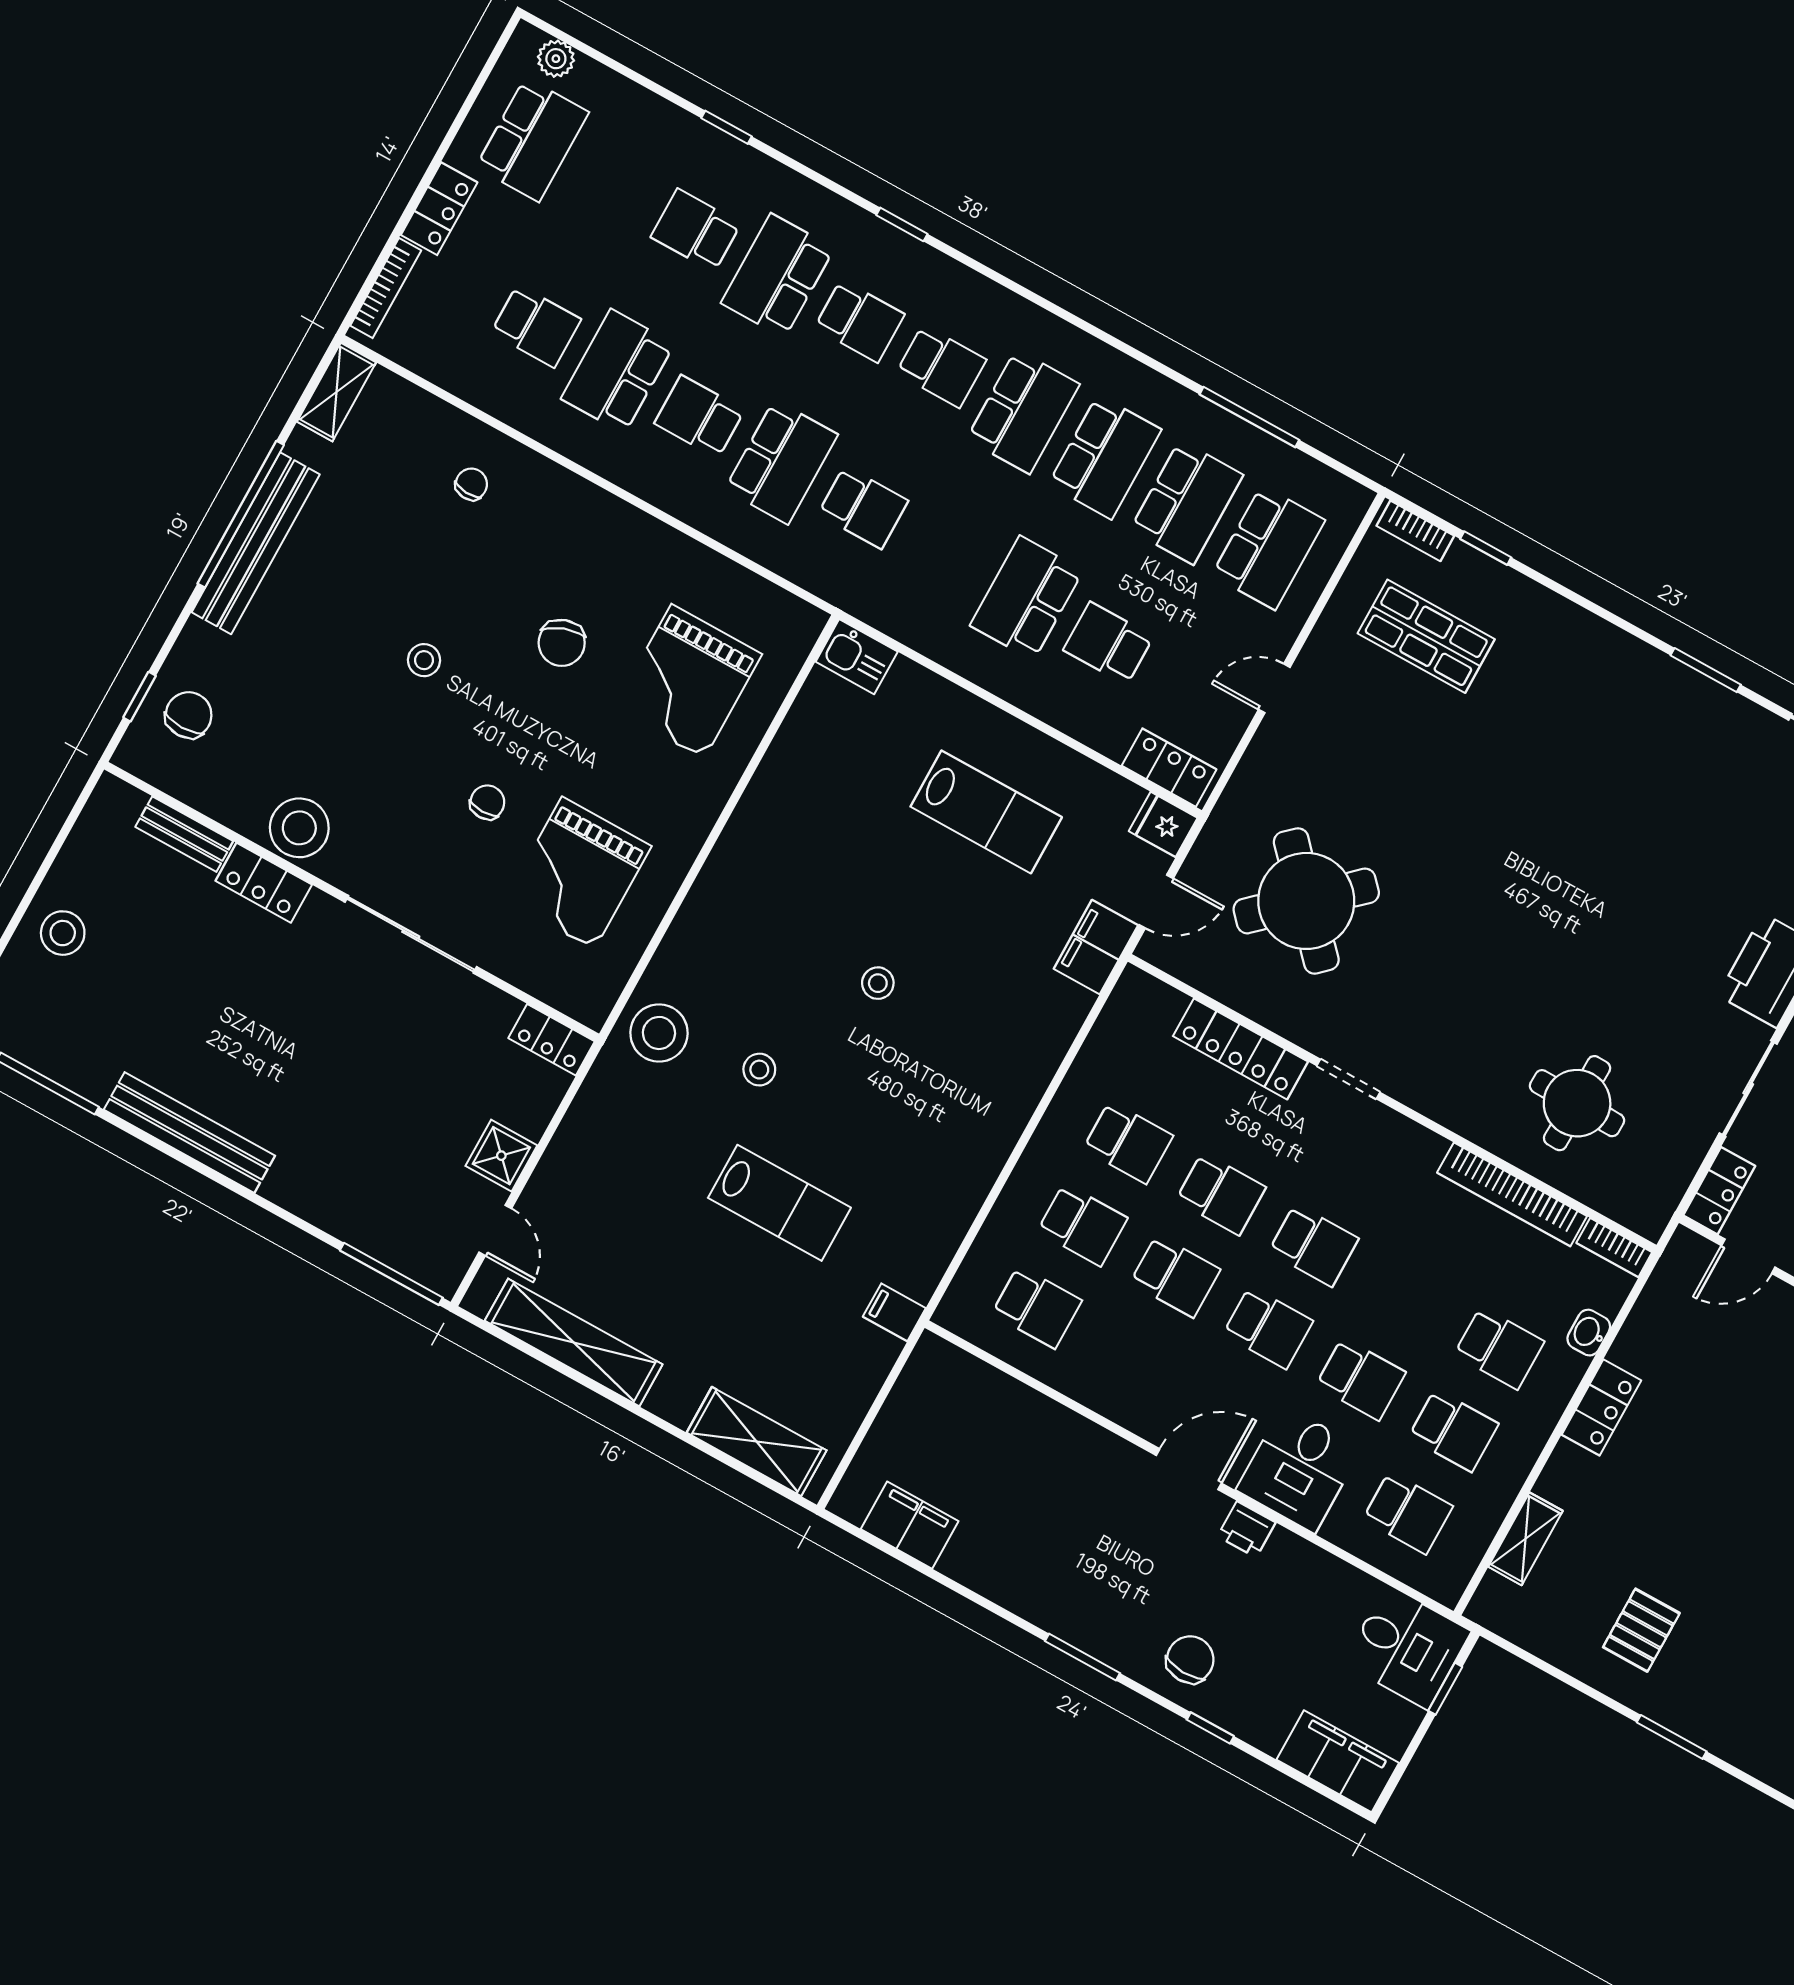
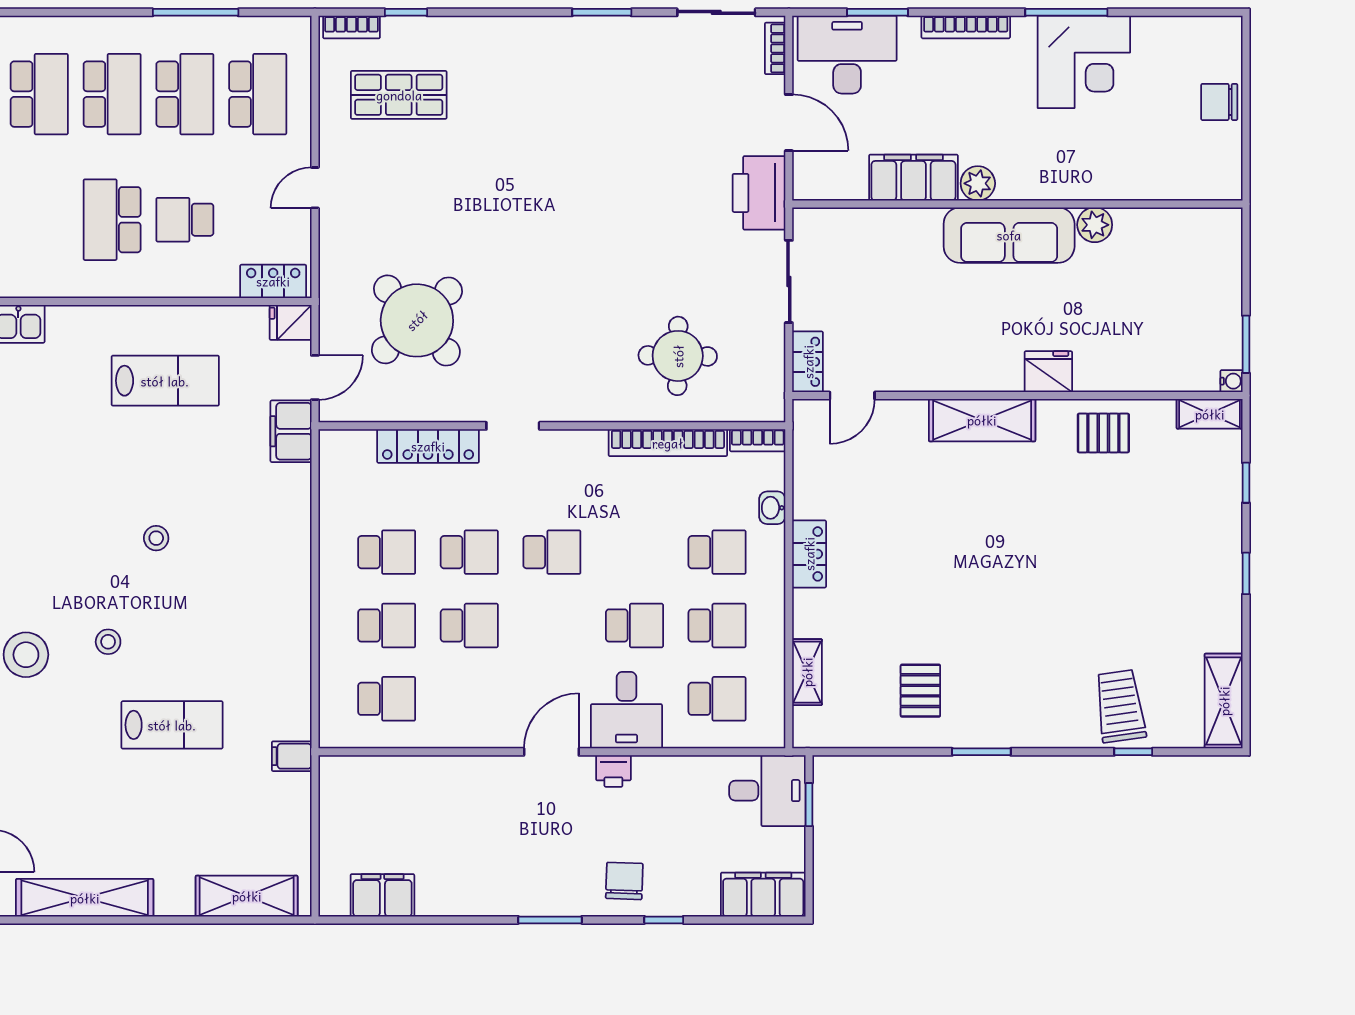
school desk: (1268, 1328) -> (552, 625), removed

